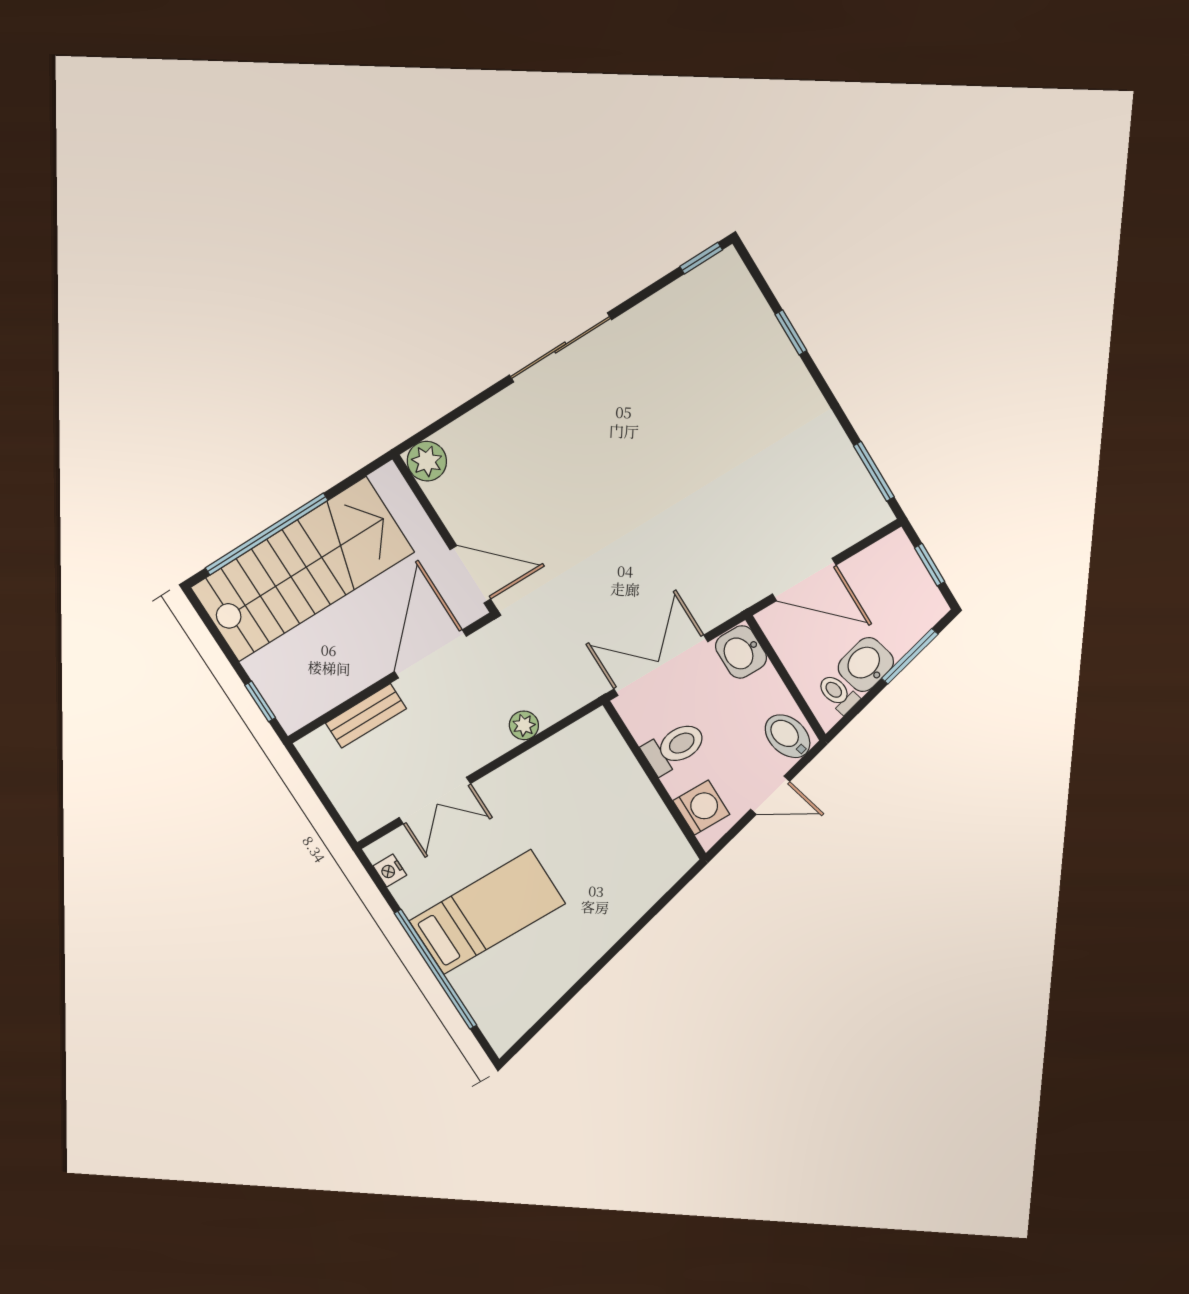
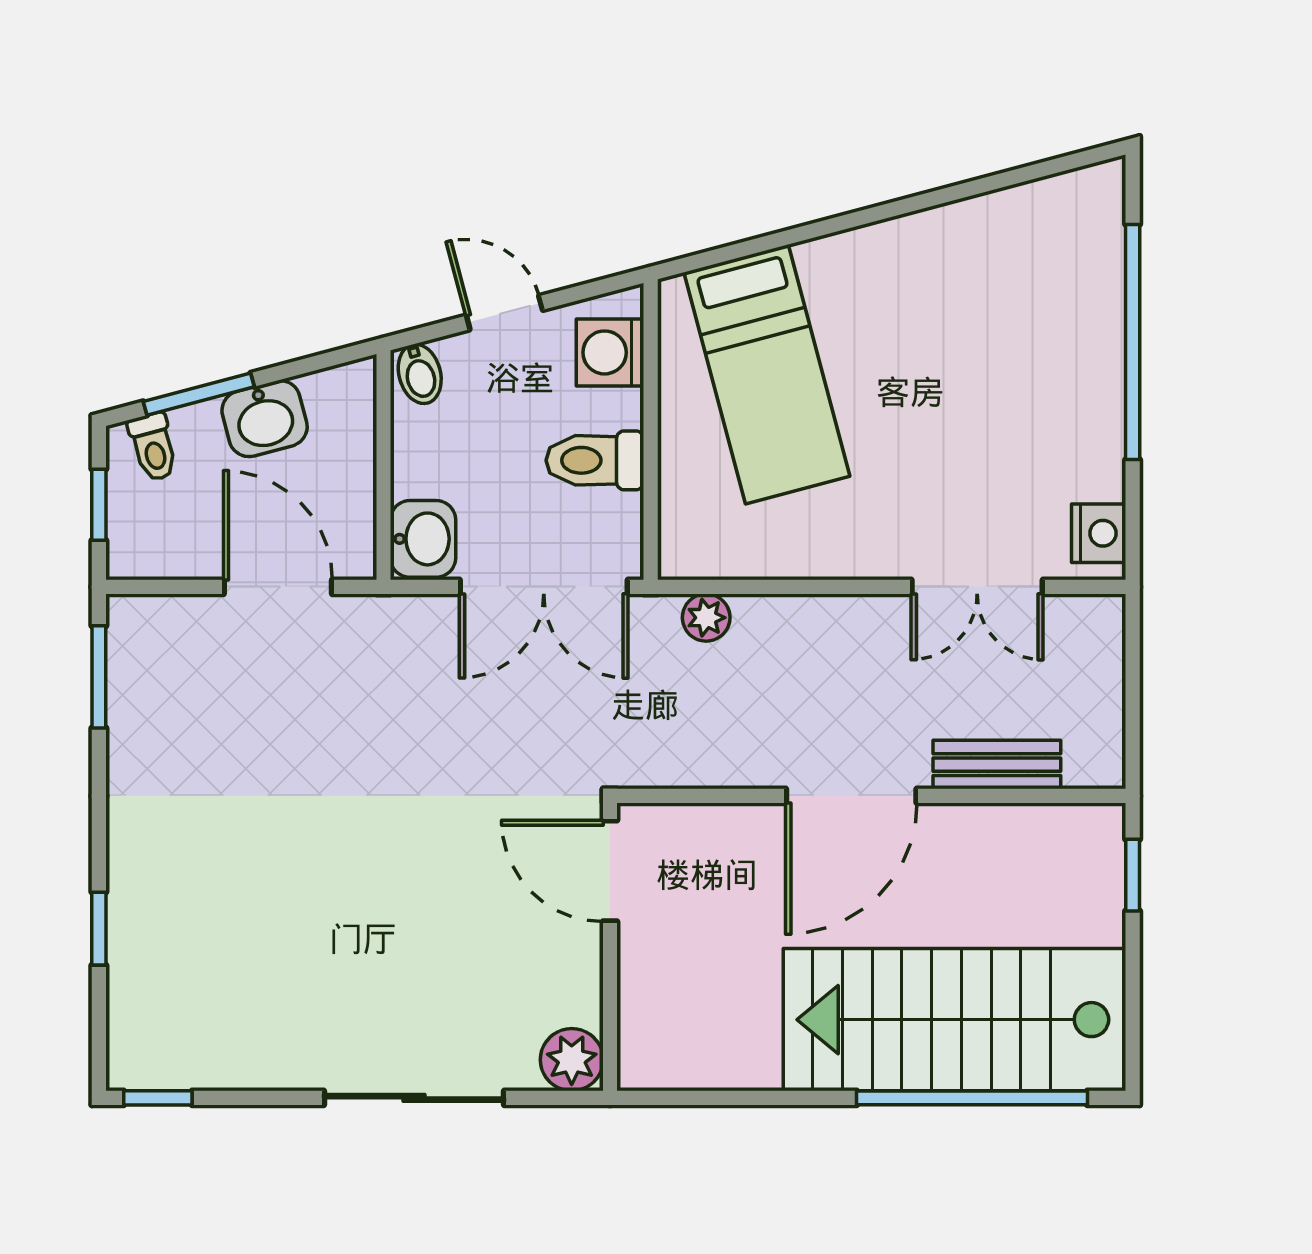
plant: (427, 461) -> (572, 1060), moved
wall: (445, 534) -> (610, 947), moved
door: (470, 574) -> (610, 871), moved
toilet: (838, 694) -> (153, 447), moved
plant: (524, 725) -> (706, 618), moved
bidet: (788, 736) -> (420, 374), width x0.72, depth x0.74
double door: (435, 801) -> (977, 587), swing flipped
nightstand: (390, 871) -> (1099, 533), width x1.39, depth x1.35
bed: (487, 912) -> (767, 374), moved, turned -105

